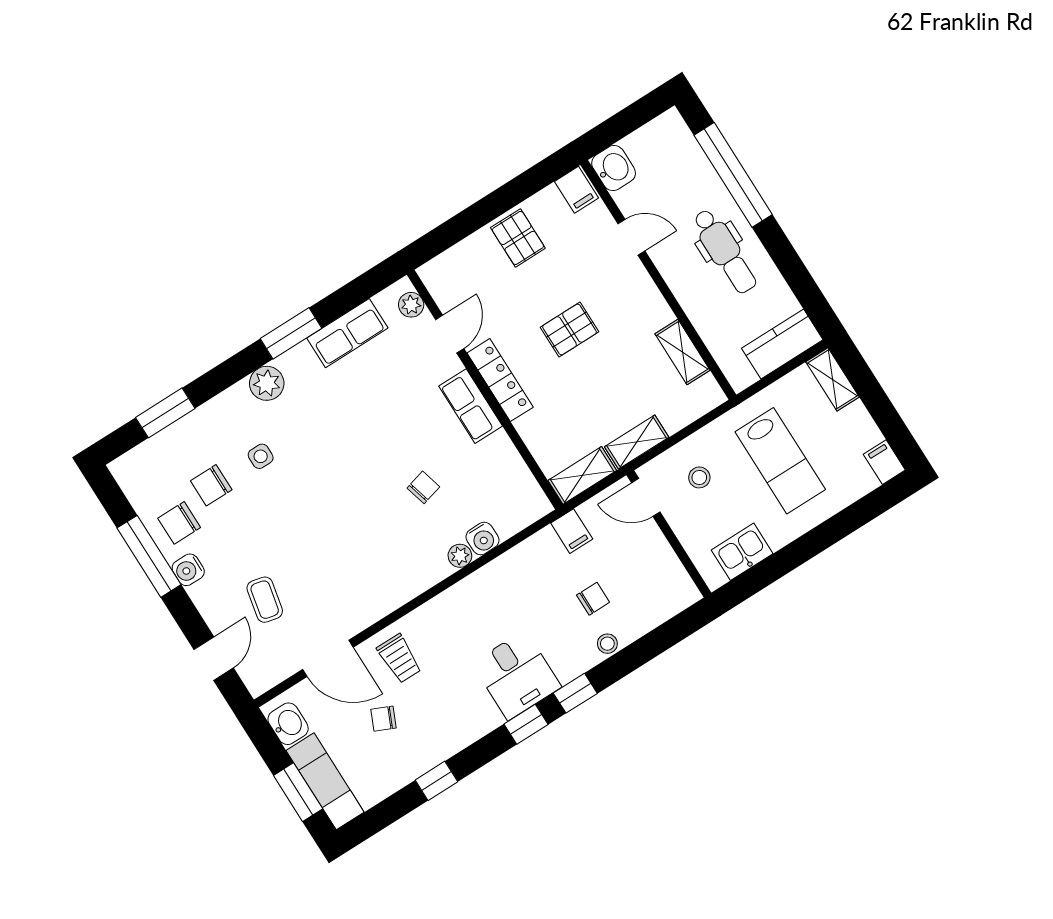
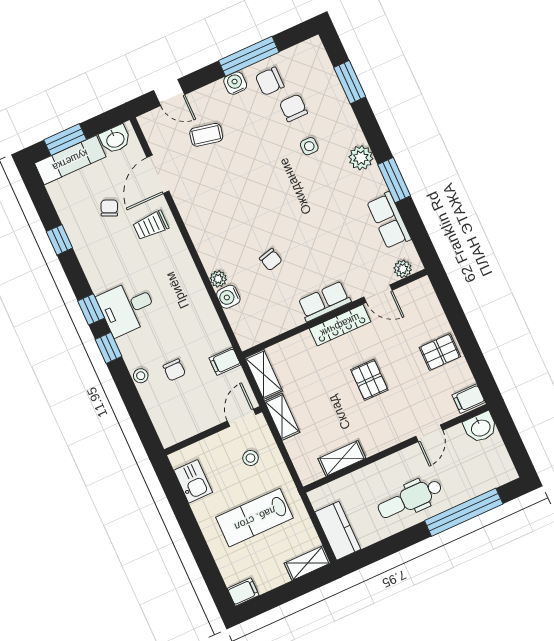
chair: (179, 523) -> (270, 81), turned -90

